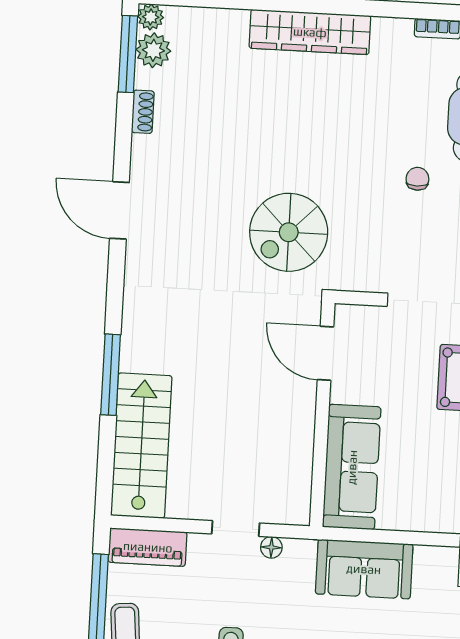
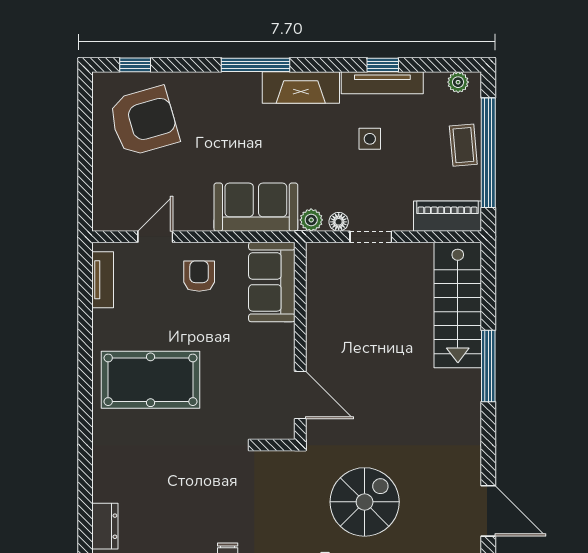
spiral stairs: (289, 232) -> (365, 502), moved
sofa: (352, 467) -> (272, 282), width x0.73
armchair: (433, 494) -> (199, 276), added
plant: (302, 551) -> (311, 220), added

